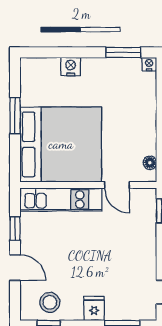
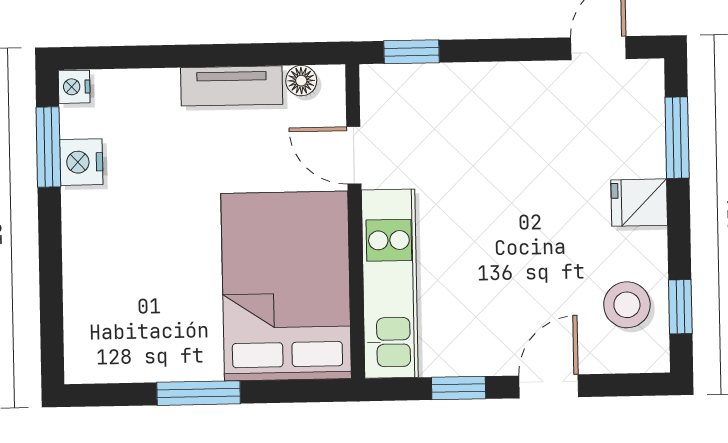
nightstand: (71, 67) -> (81, 162), moved
tv unit: (148, 132) -> (232, 86), added
bed: (61, 144) -> (286, 286), width x0.73
door: (117, 185) -> (354, 155), swing flipped

